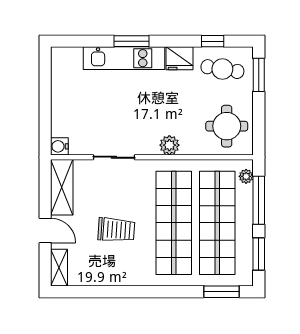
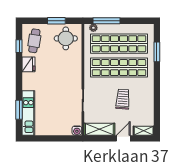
window: (132, 41) -> (19, 110), moved
kitchen unit: (124, 58) -> (28, 113), moved
window: (259, 75) -> (56, 21), moved
plant: (169, 145) -> (76, 70), removed
window: (259, 254) -> (136, 21), removed
window: (221, 292) -> (157, 52), moved

